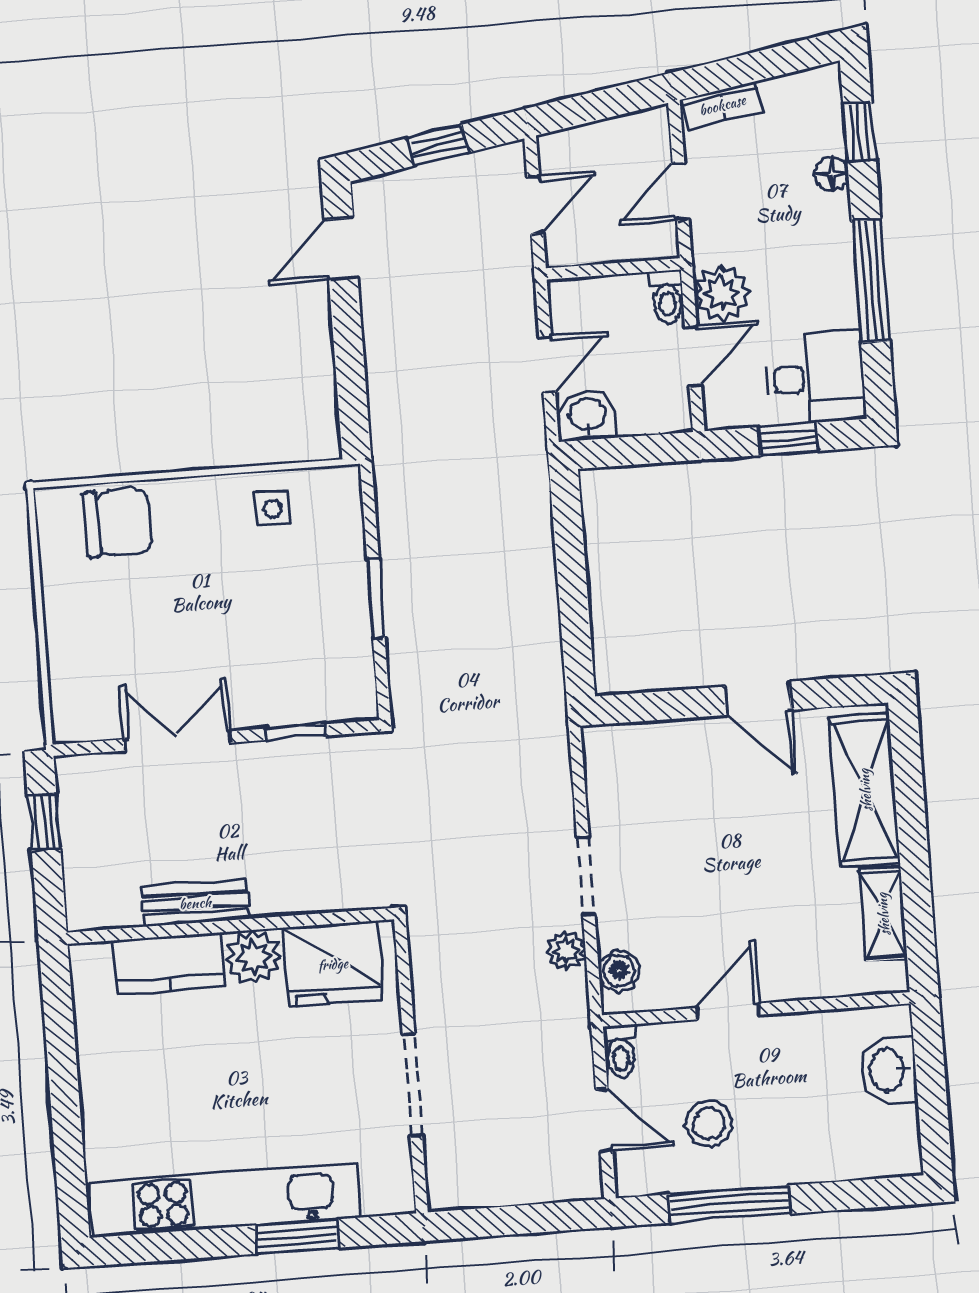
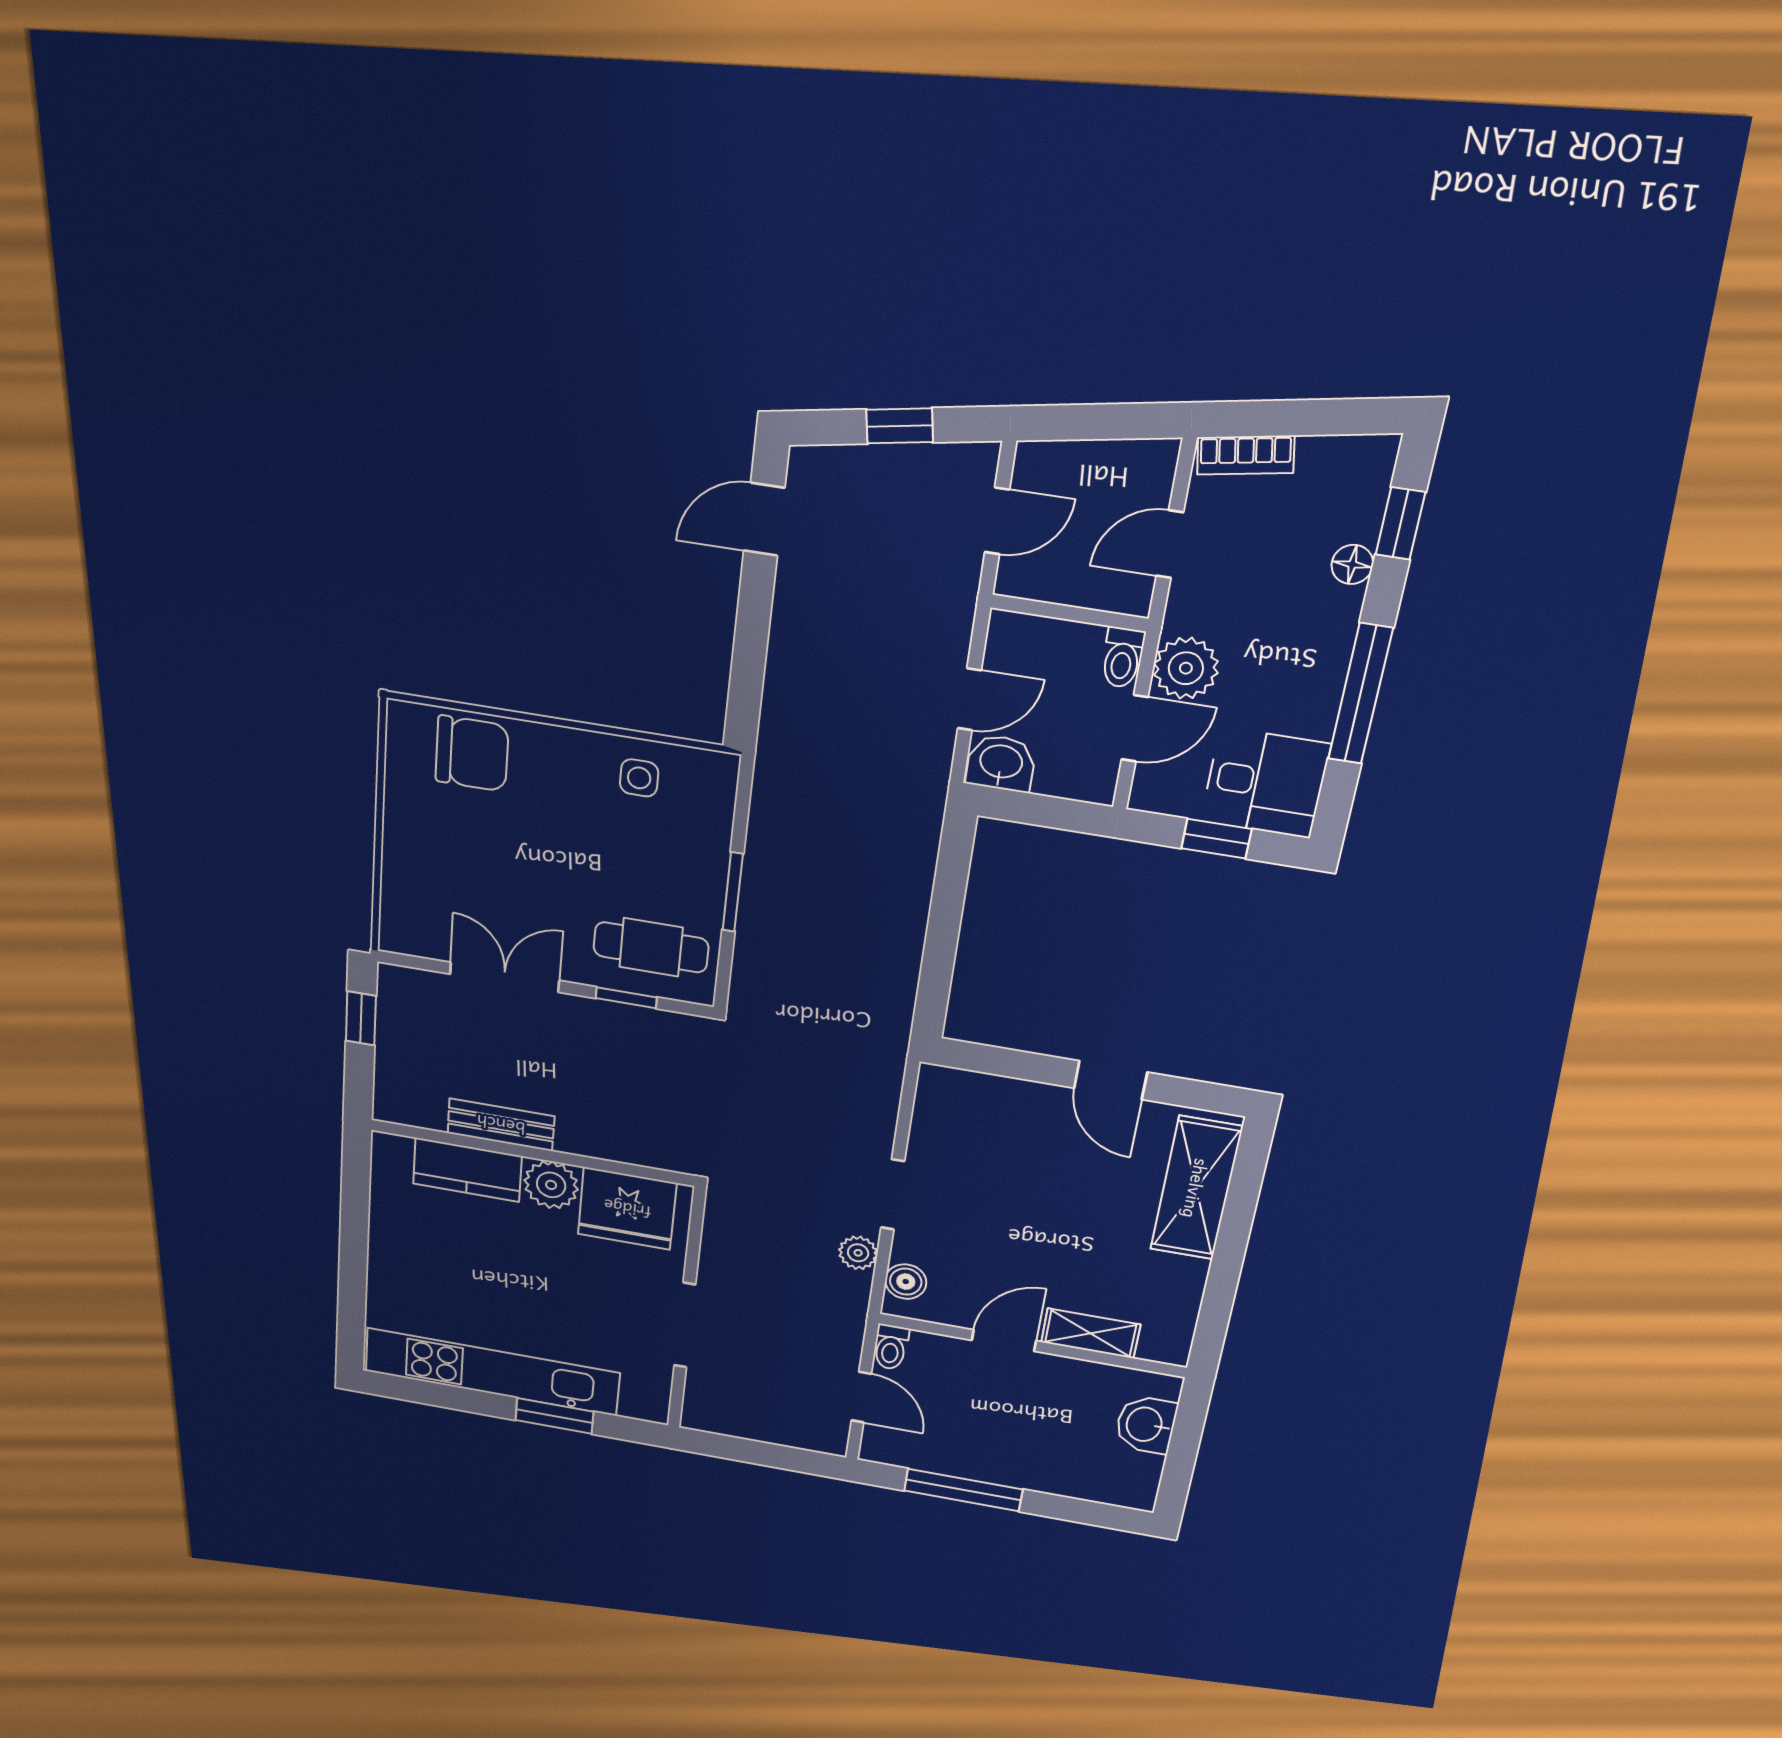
cafe table: (310, 674) -> (651, 947), added
shelving: (883, 914) -> (1091, 1333), moved, turned 90
stool: (709, 1124) -> (961, 1424), removed

